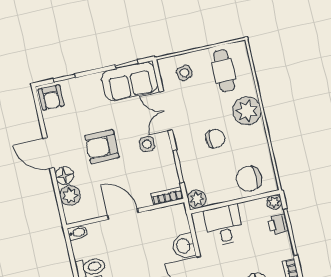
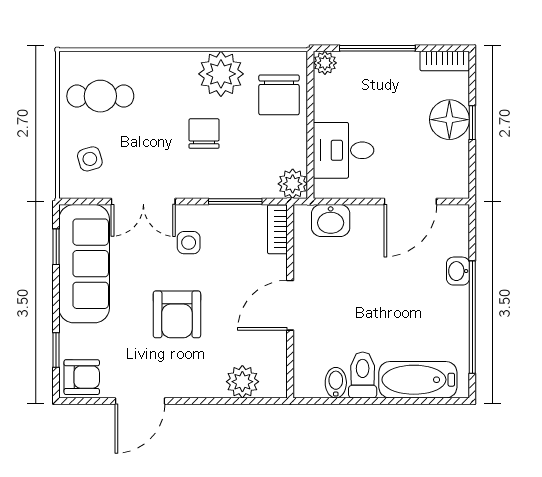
sofa: (130, 81) -> (84, 264), width x1.36
plant: (247, 111) -> (221, 74), moved
door: (48, 153) -> (140, 401), moved
floor lamp: (64, 176) -> (209, 384), removed
printer: (278, 224) -> (361, 65), removed
bidet: (78, 233) -> (336, 383), moved
washbasin: (184, 246) -> (331, 221), moved

